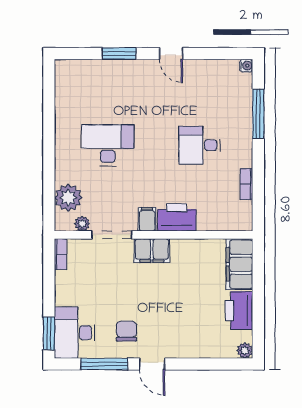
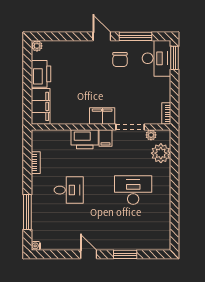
desk: (108, 145) -> (133, 190), turned 180

